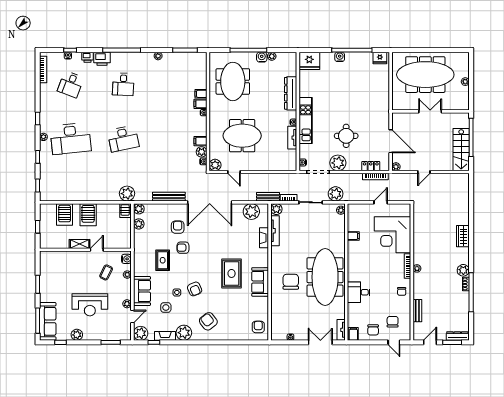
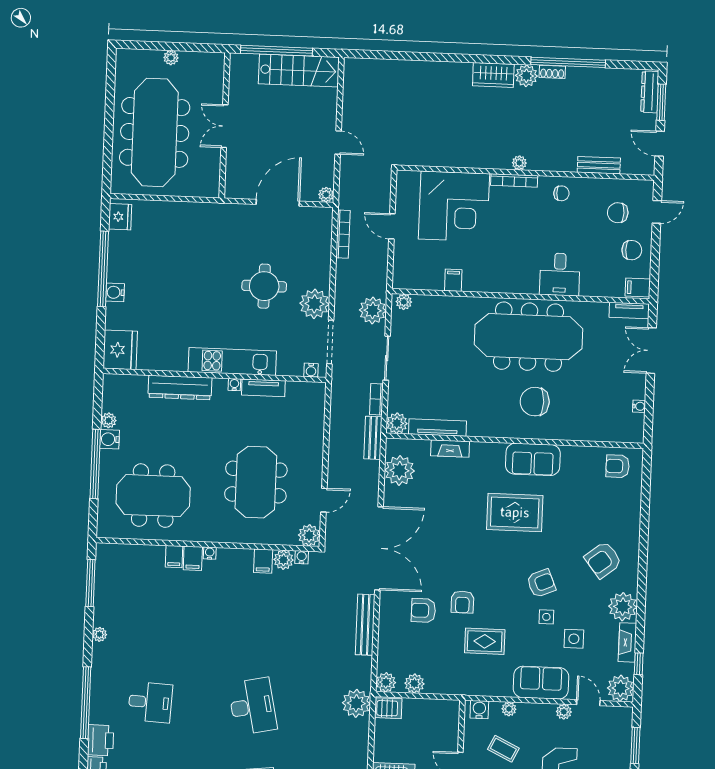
locker: (371, 166) -> (323, 242), removed
wardrobe: (463, 236) -> (493, 75), moved

